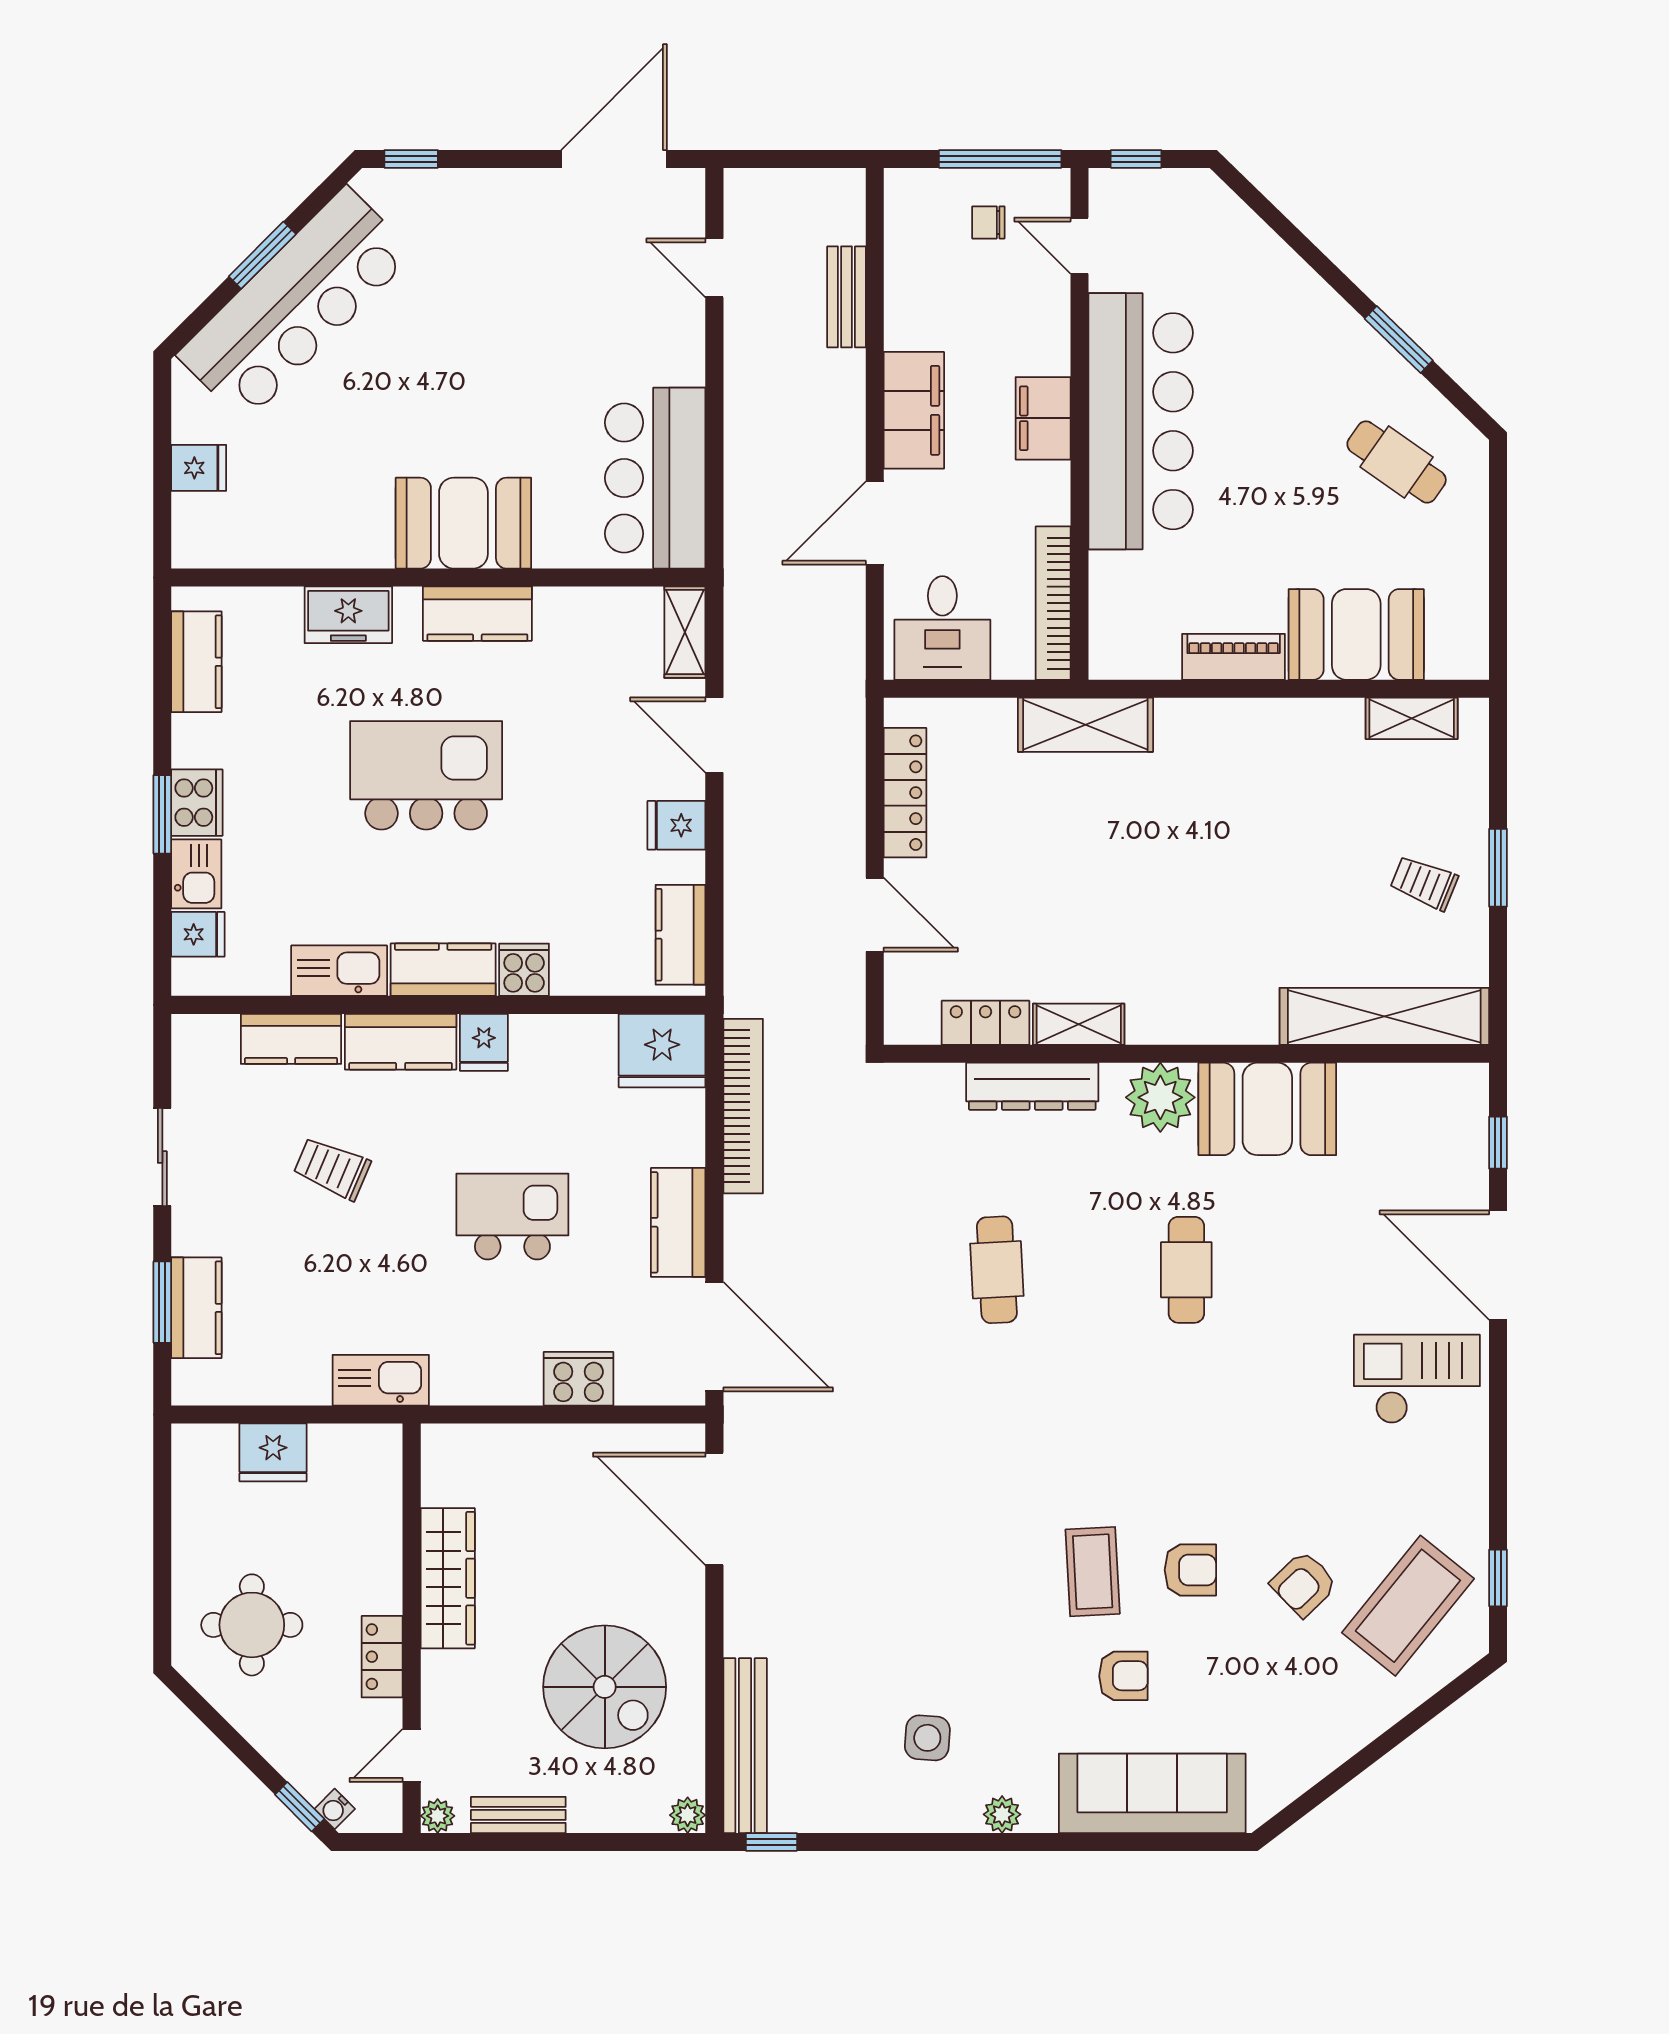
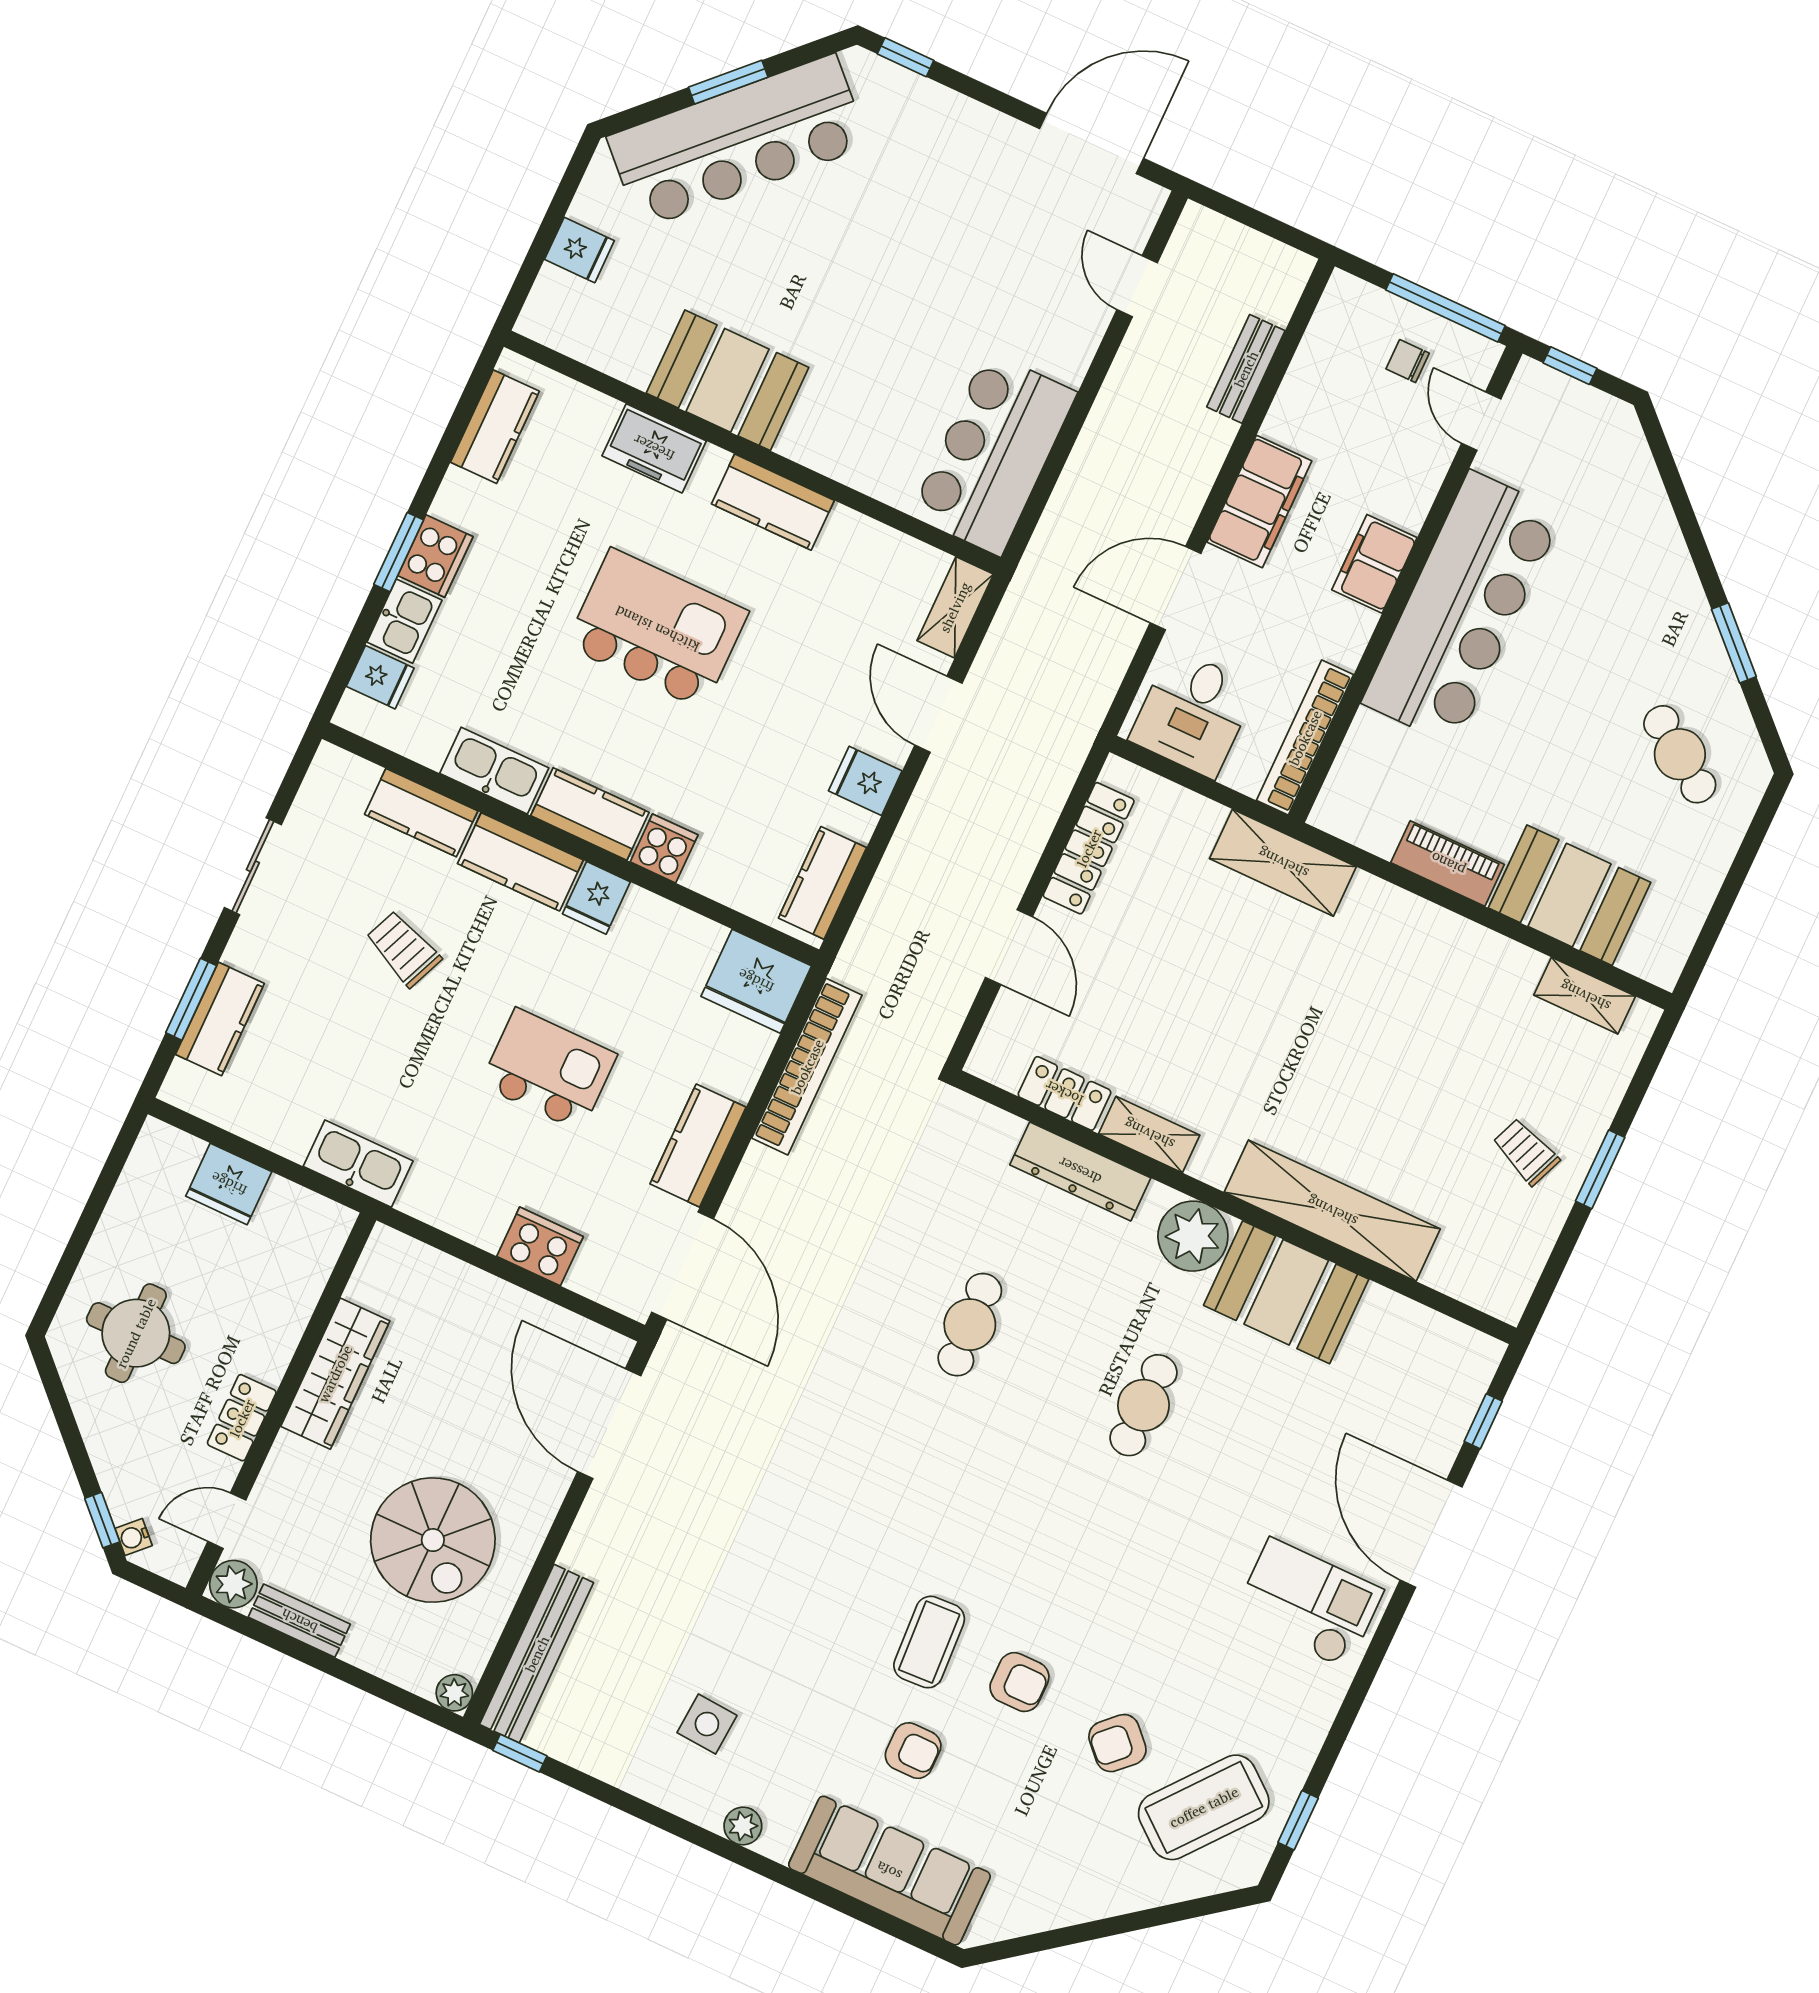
booth: (463, 523) -> (728, 380), moved
shelving: (1384, 1016) -> (1332, 1211), moved
plant: (438, 1816) -> (233, 1584), width x1.38, depth x1.38

